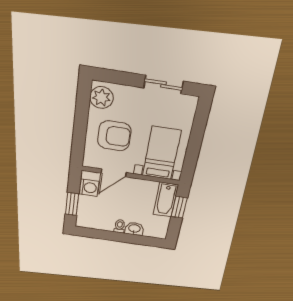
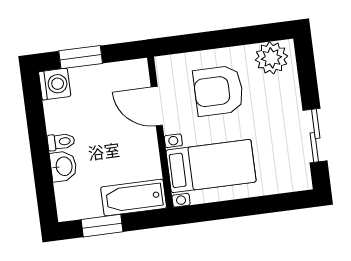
armchair: (114, 136) -> (219, 91), turned 90
washing machine: (89, 188) -> (55, 84), moved, turned -90
window: (179, 207) -> (102, 226), moved

